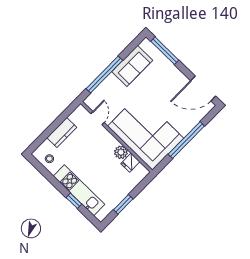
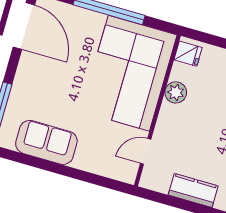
window: (104, 75) -> (80, 175), removed
fridge: (130, 163) -> (188, 54), moved

